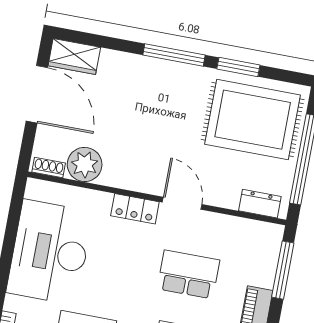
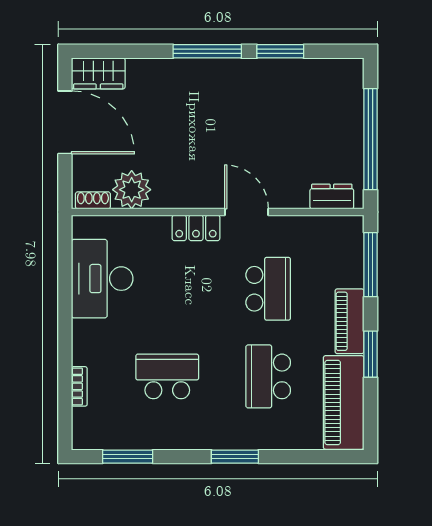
rug: (253, 120) -> (307, 106), removed
desk: (50, 252) -> (102, 279), width x0.73, depth x0.77
school desk: (189, 274) -> (268, 289), turned 90

